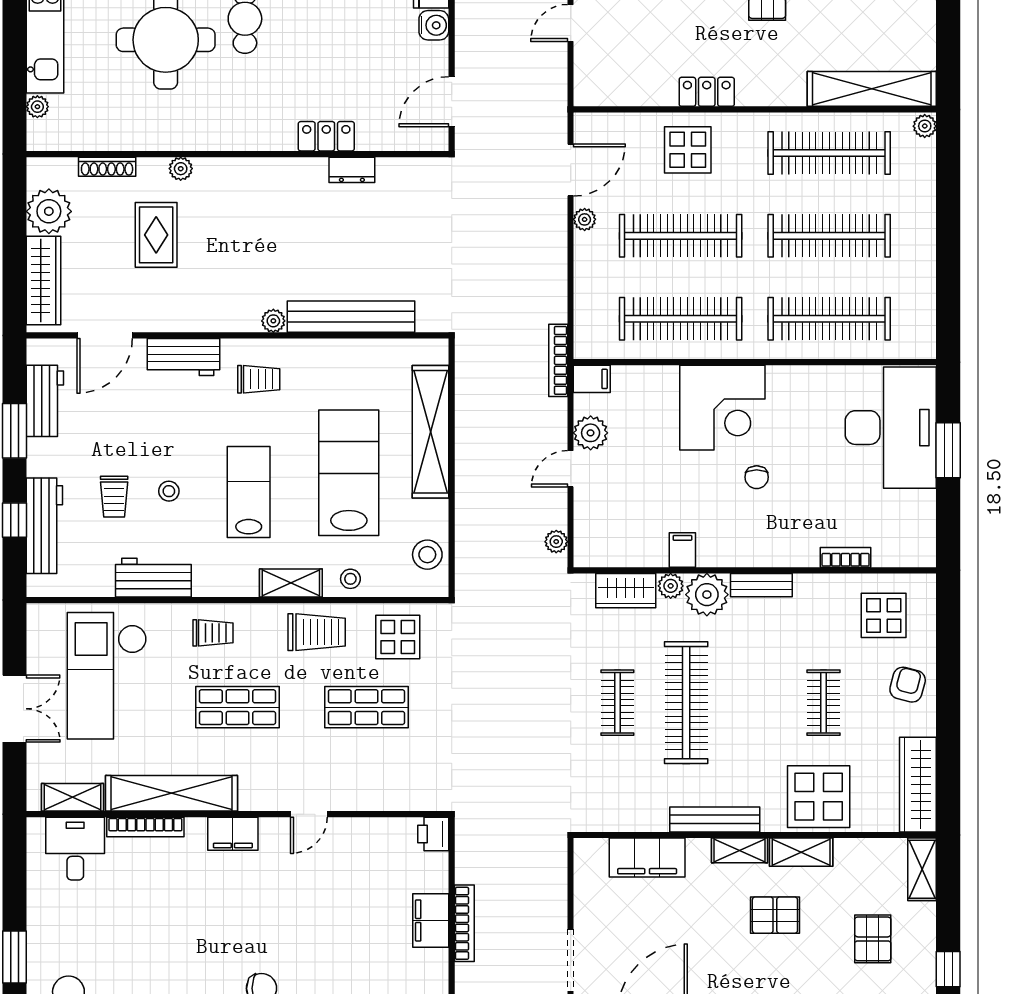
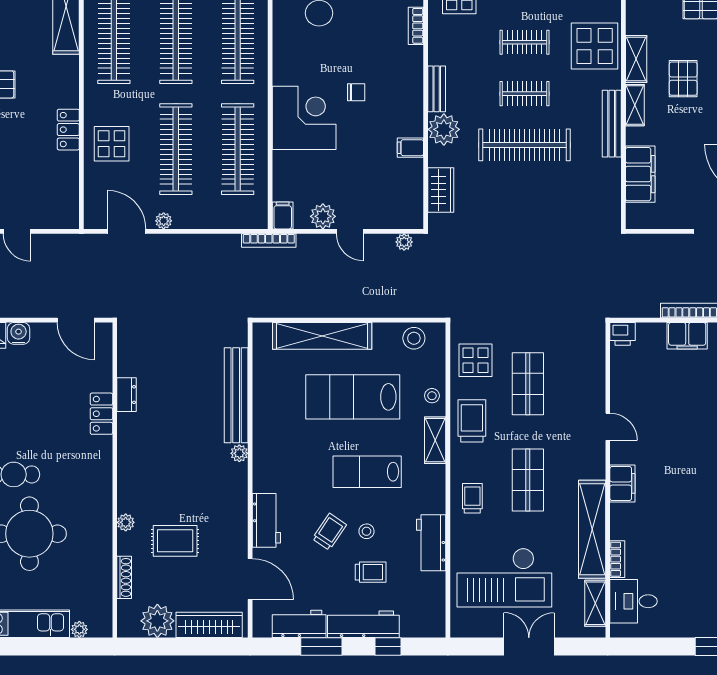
trolley: (259, 379) -> (329, 532), moved, turned 34
workbench: (44, 526) -> (363, 624), moved
plant: (671, 586) -> (437, 157), removed
clothes rail: (617, 703) -> (524, 94), moved
bookcase: (145, 827) -> (617, 559), width x0.64

